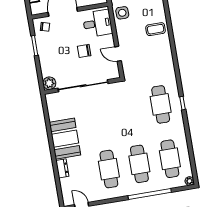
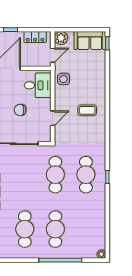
coffee table: (156, 29) -> (87, 110), moved
door: (118, 54) -> (53, 118), swing flipped
cafe table: (170, 159) -> (55, 175), moved

